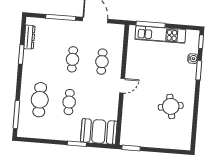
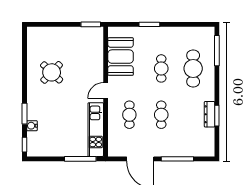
kitchen unit: (160, 34) -> (96, 130), moved, turned -90
dresser: (29, 37) -> (210, 114), moved
round table: (171, 106) -> (52, 72), turned -36
booth: (99, 131) -> (121, 57), moved, turned 90

